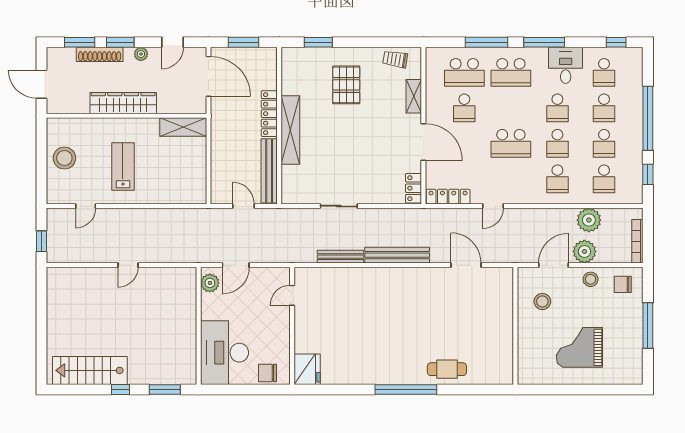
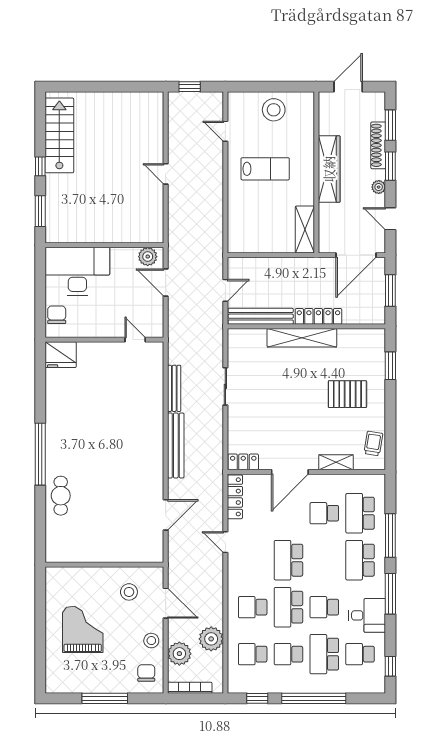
school desk: (604, 108) -> (324, 654), width x1.85
school desk: (557, 143) -> (288, 607), width x1.85
plant: (584, 251) -> (179, 654), moved

